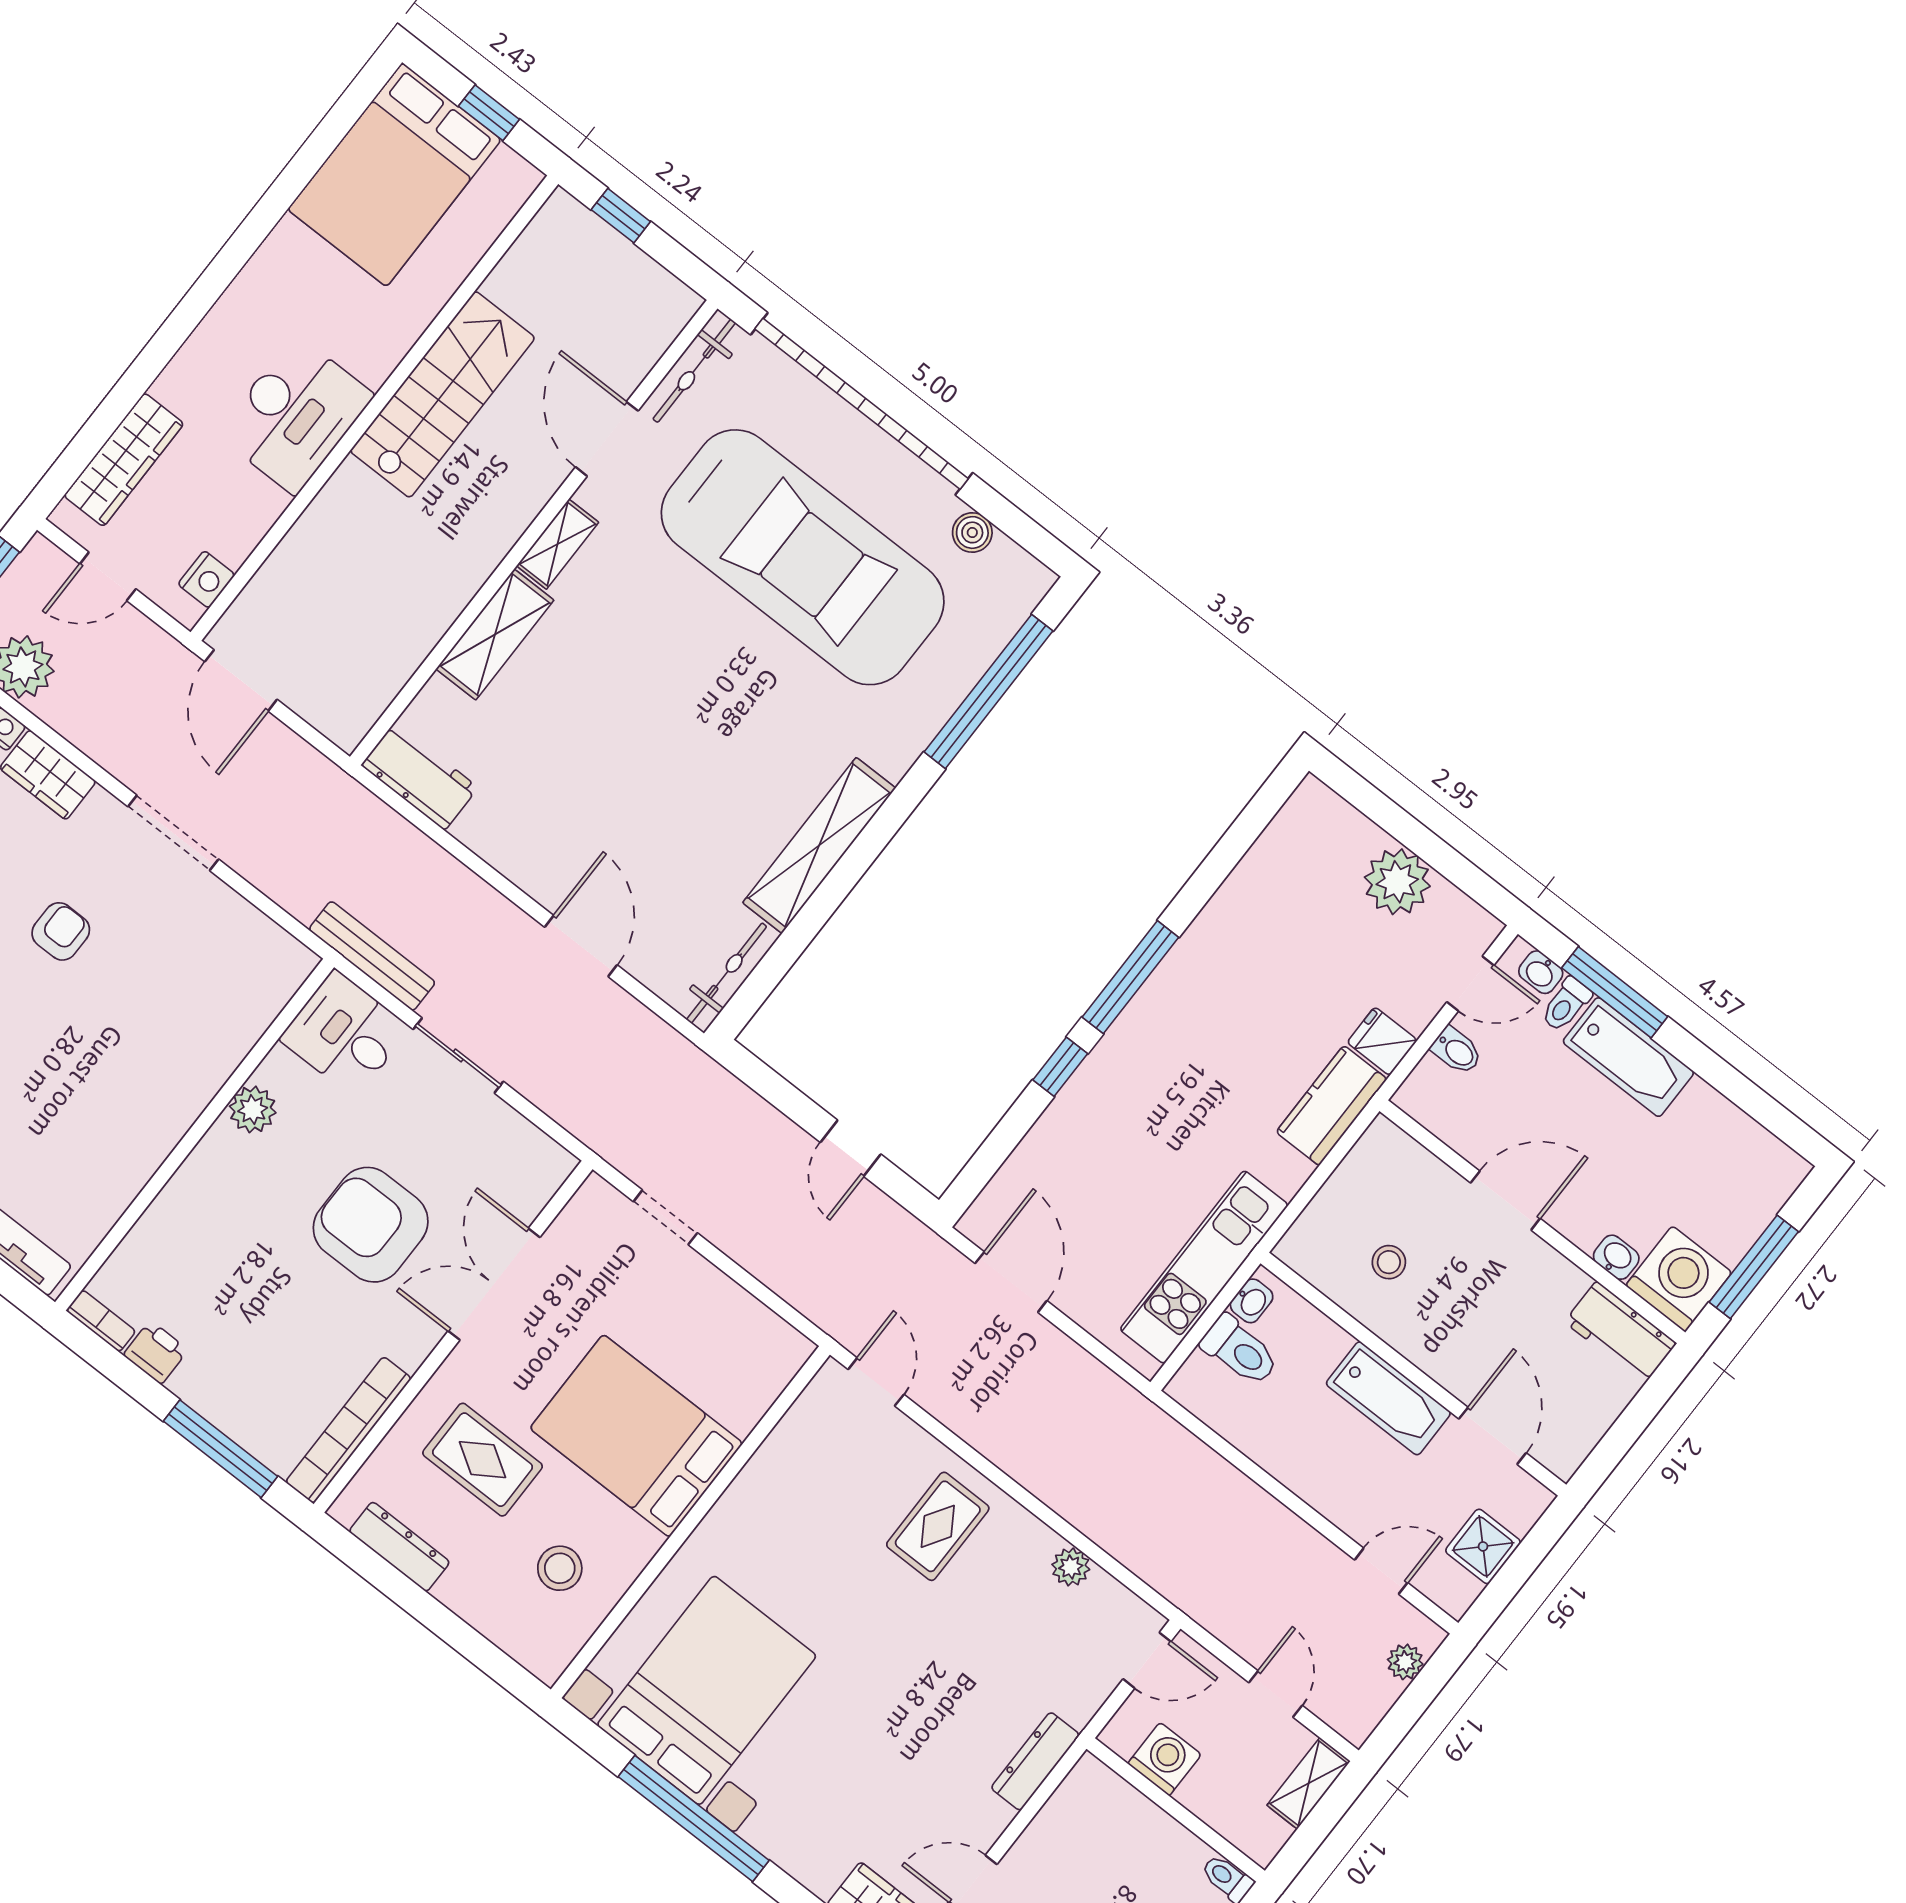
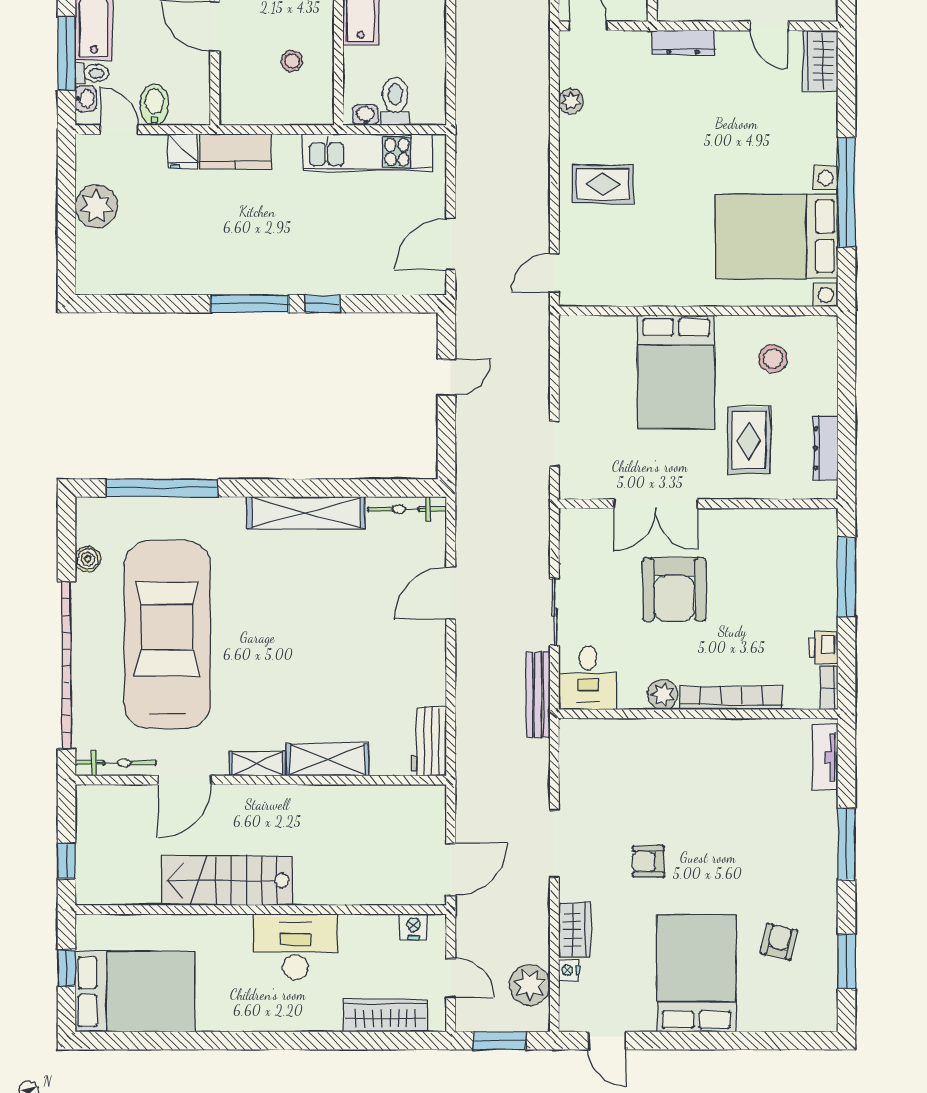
bidet: (1457, 1051) -> (154, 105), width x1.38, depth x1.36
bookcase: (348, 1430) -> (731, 698), moved, turned 180

